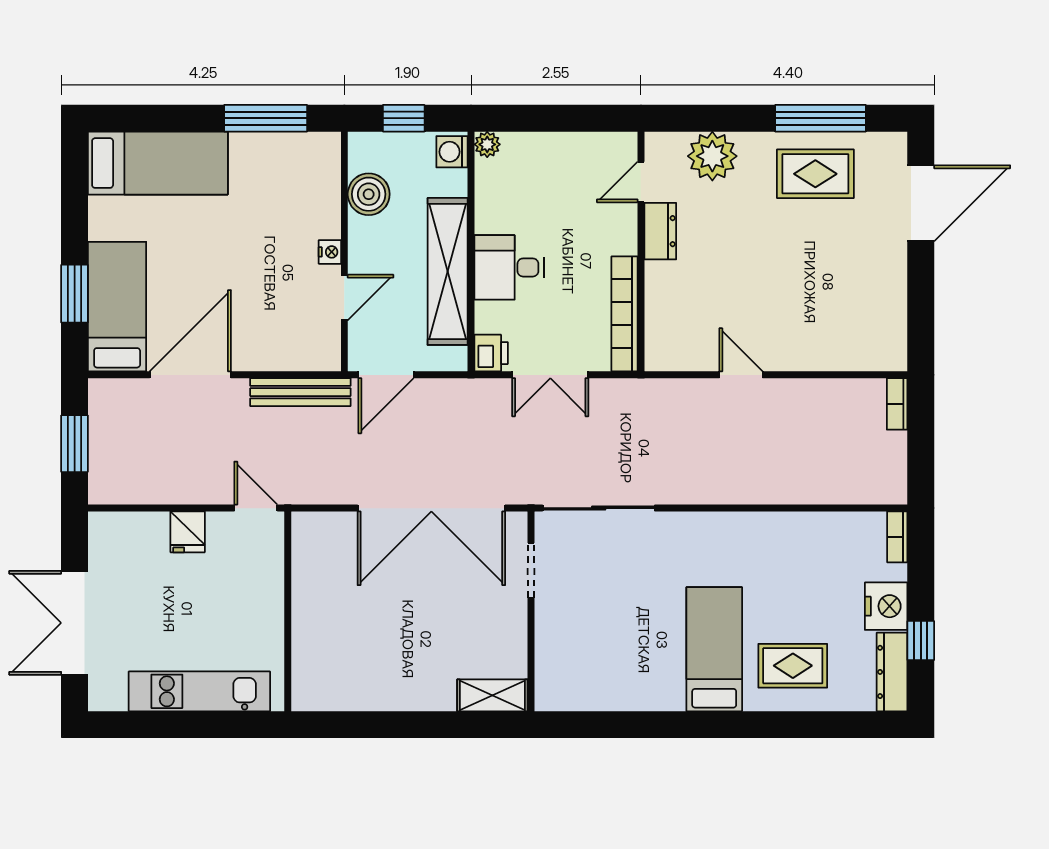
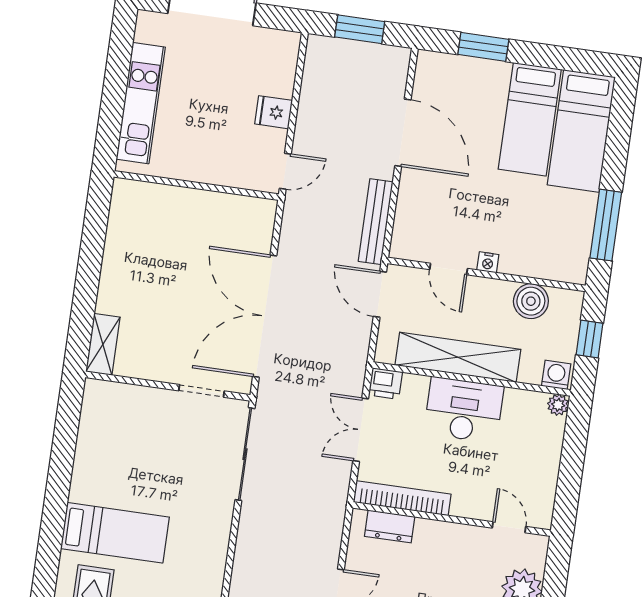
dresser: (660, 231) -> (390, 526), moved
desk: (509, 267) -> (464, 410), width x1.37
bed: (117, 307) -> (530, 119), moved, turned 90

